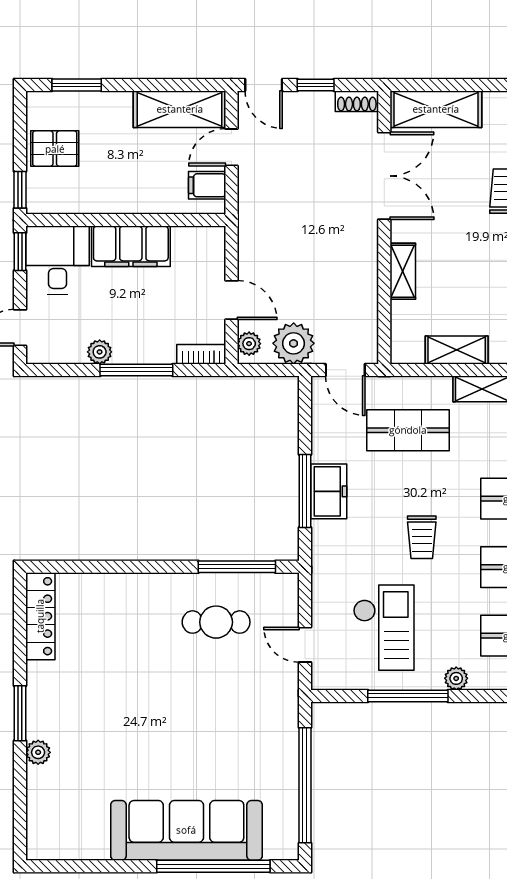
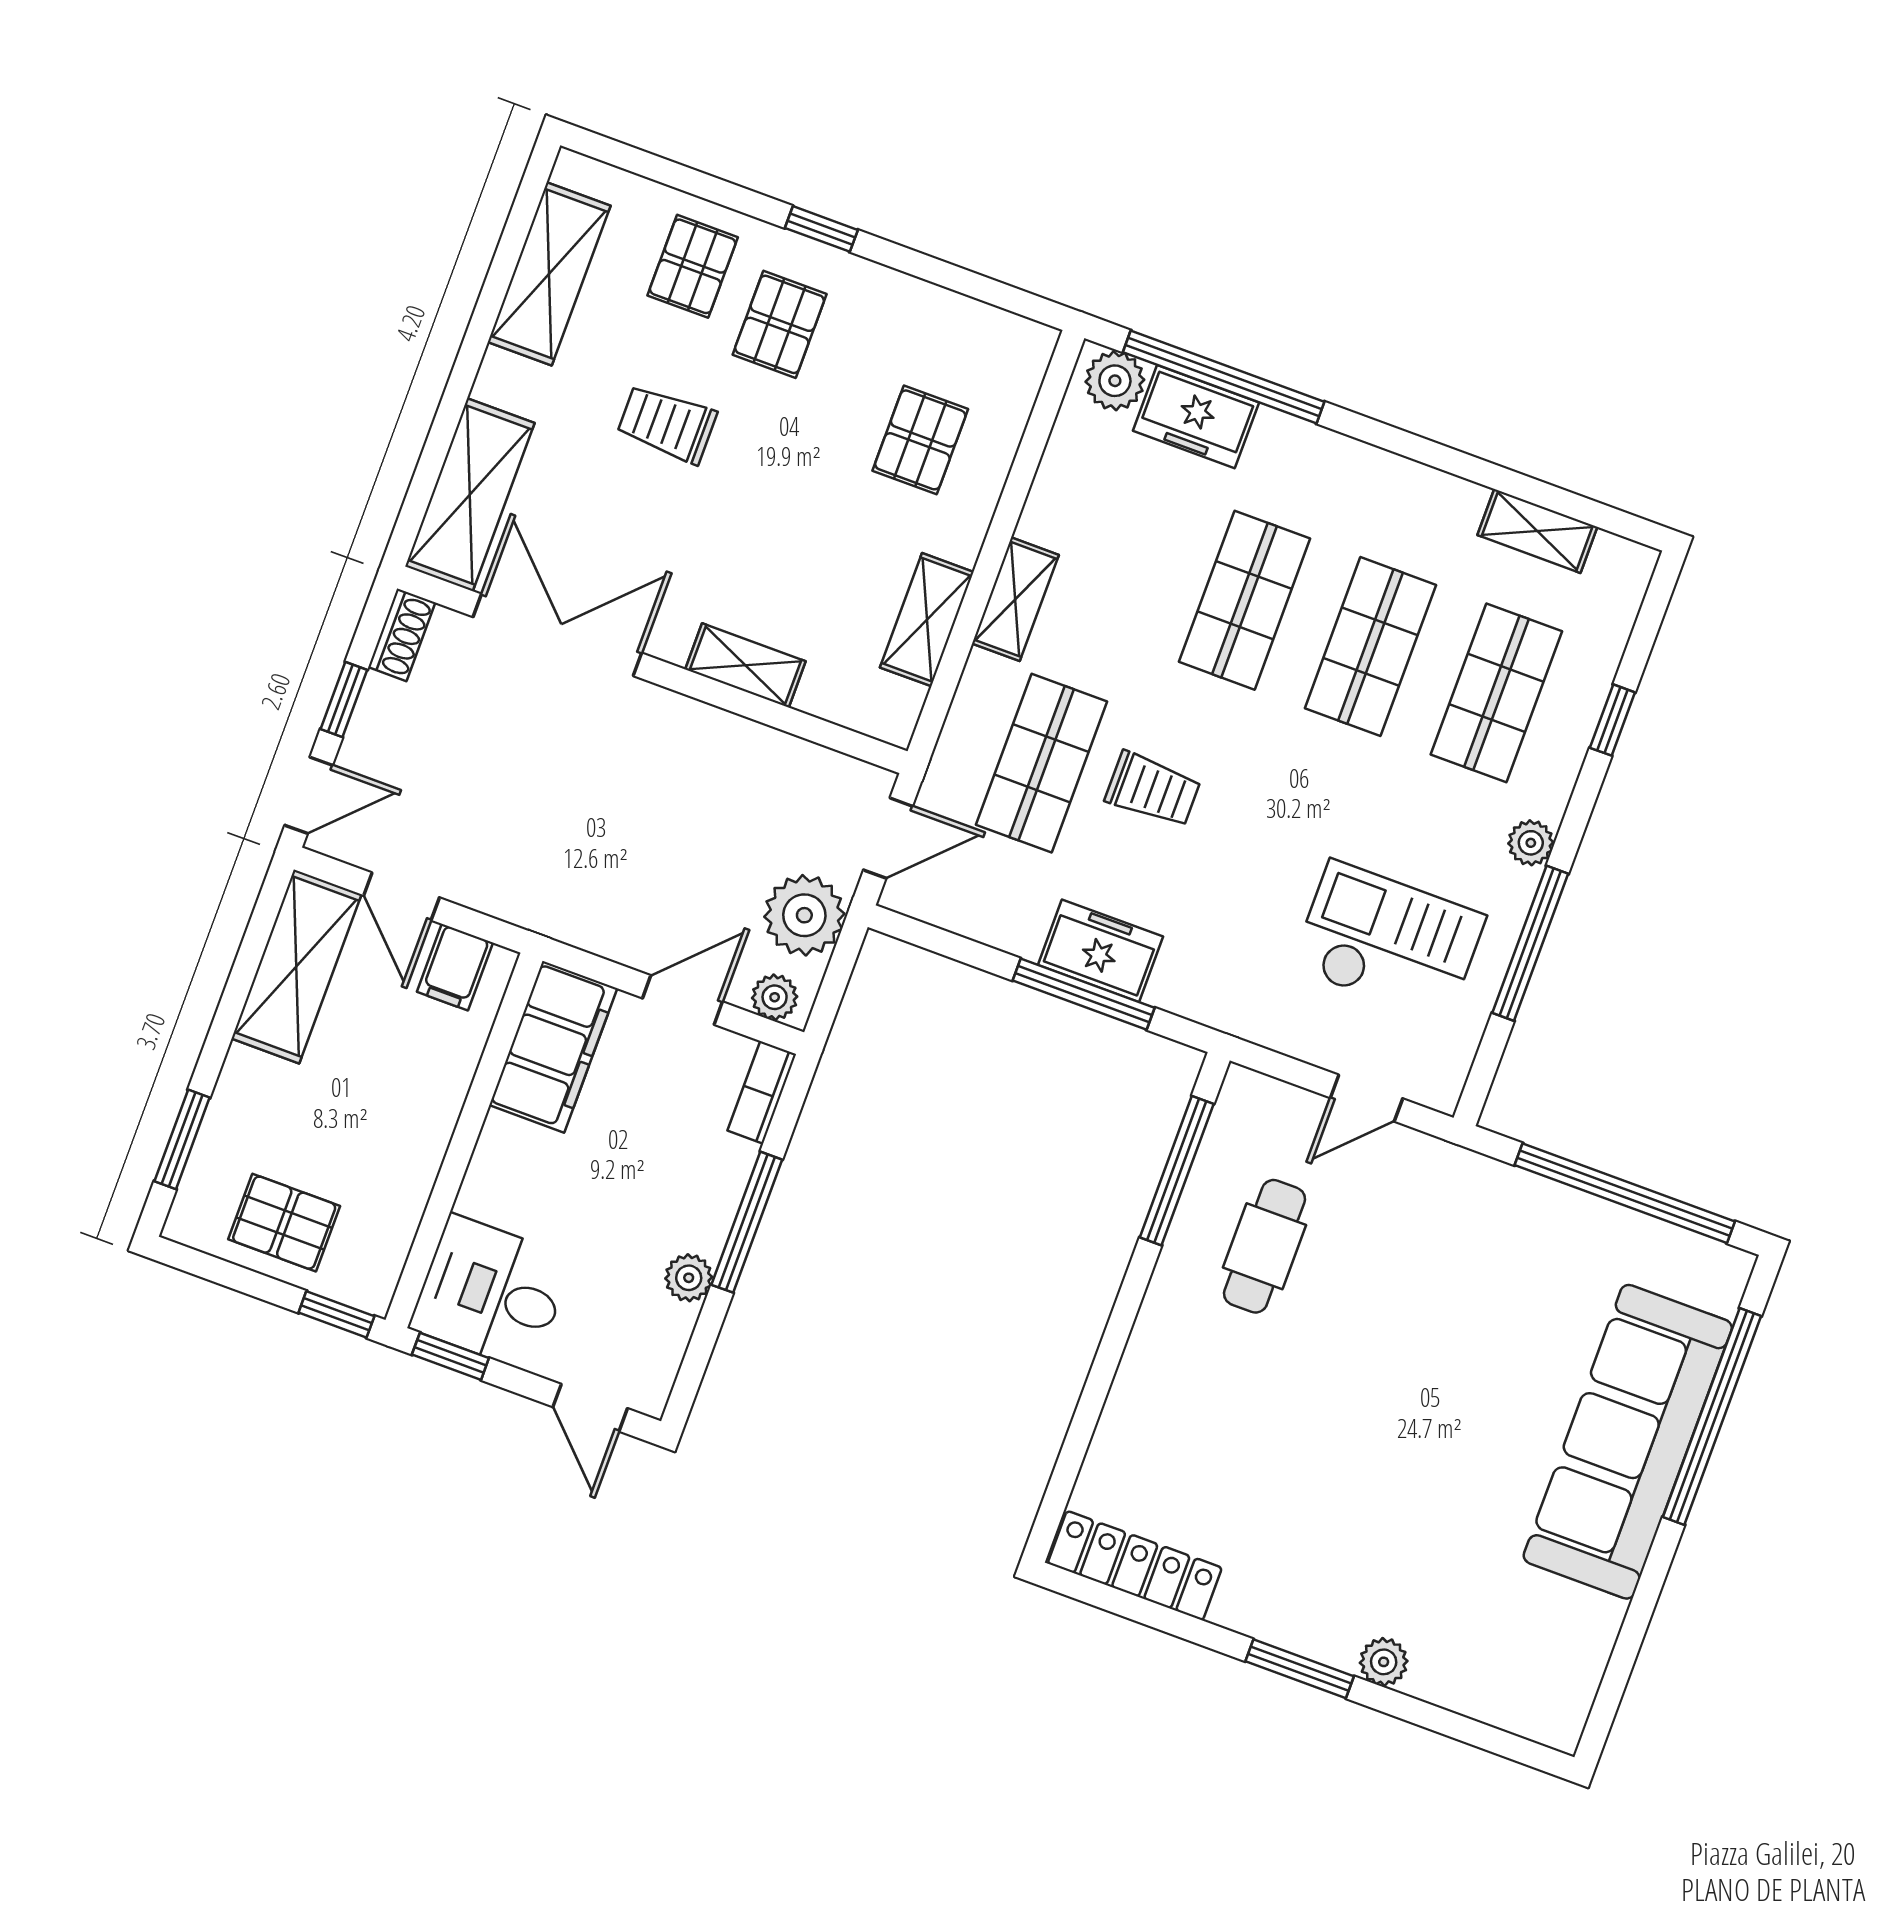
pallet: (55, 149) -> (284, 1223), turned 90
filing cabinet: (131, 246) -> (553, 1047), moved
trolley: (422, 537) -> (1153, 790), moved

